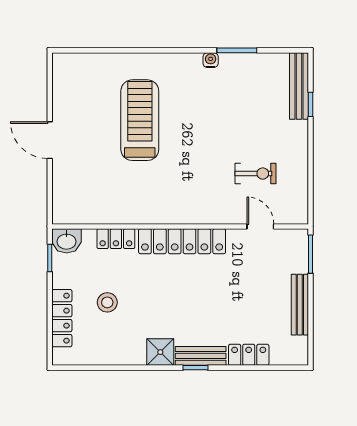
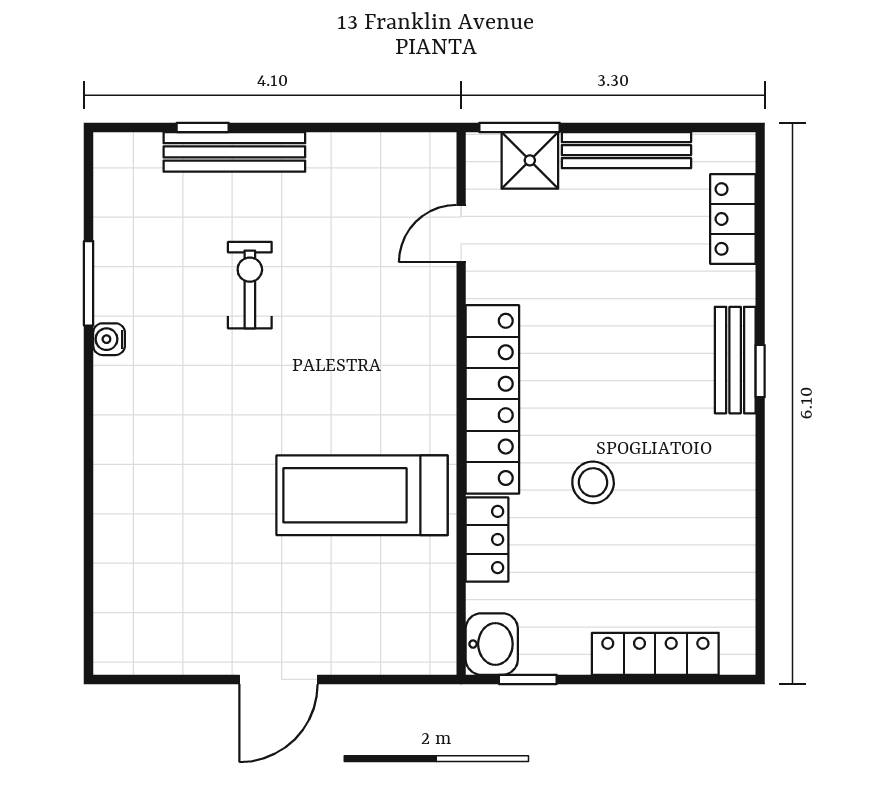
bench: (299, 86) -> (234, 152), moved
treadmill: (140, 120) -> (362, 495), moved
exercise bike: (255, 174) -> (250, 285), moved
stool: (107, 302) -> (593, 482), moved
shower: (160, 352) -> (530, 160), moved
locker: (249, 355) -> (733, 219), moved

